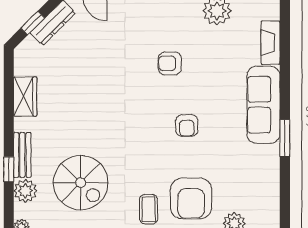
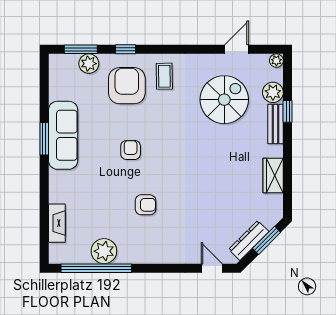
window: (33, 23) -> (267, 240), width x1.50
sofa: (263, 105) -> (63, 135), moved
spiral stairs: (81, 183) -> (224, 100), turned 90

